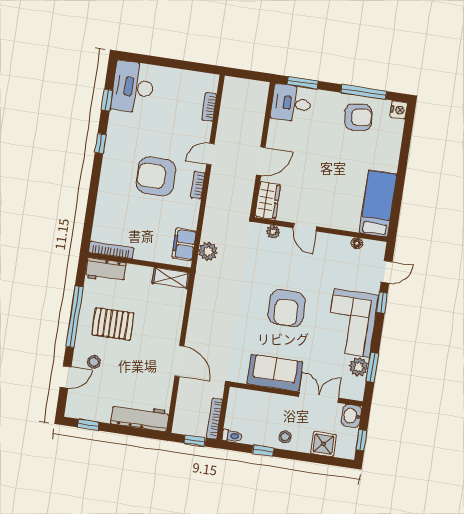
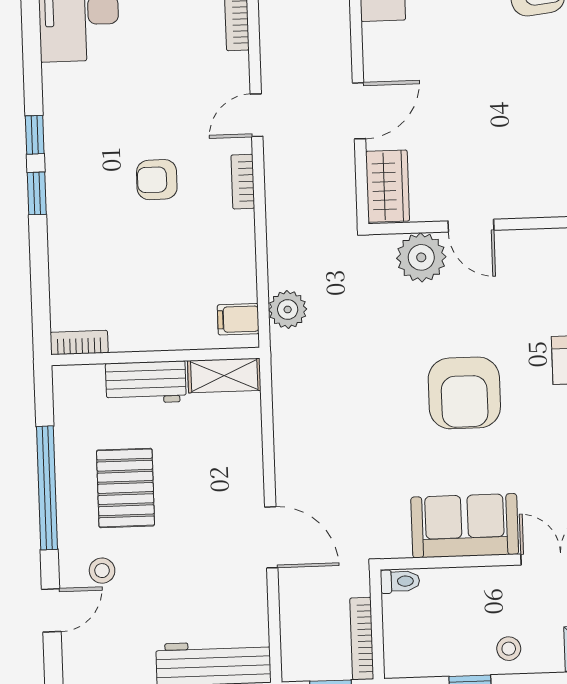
window: (107, 100) -> (37, 193), moved
armchair: (156, 176) -> (157, 180), width x0.53, depth x0.53
plant: (273, 232) -> (421, 257), width x1.88, depth x1.88
filing cabinet: (184, 244) -> (238, 319), width x0.50
bookcase: (111, 250) -> (79, 343), width x0.64
workbench: (106, 270) -> (146, 383), moved
pallet: (113, 324) -> (126, 488), turned 90
toilet: (232, 436) -> (400, 581), moved

